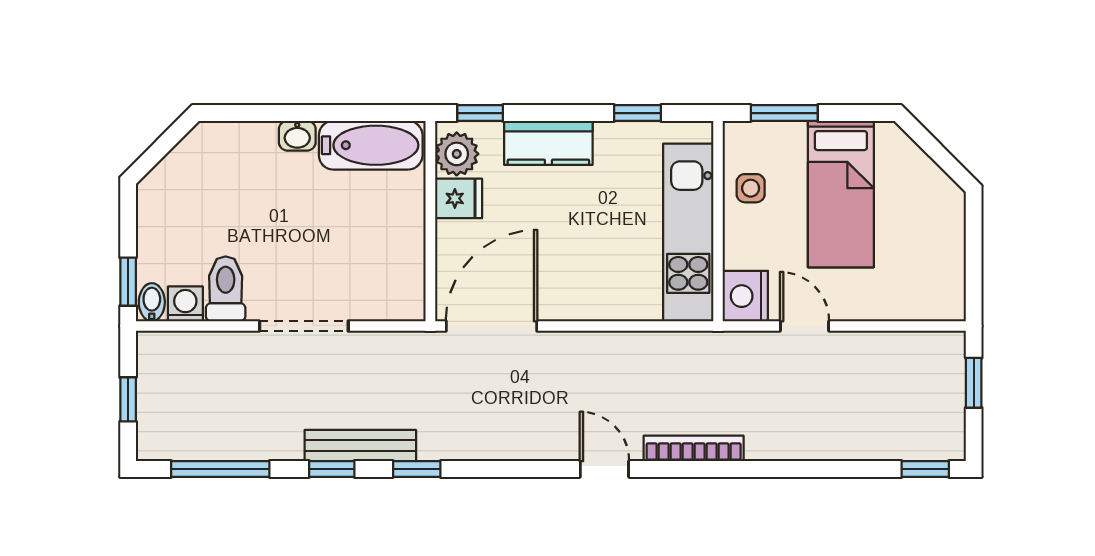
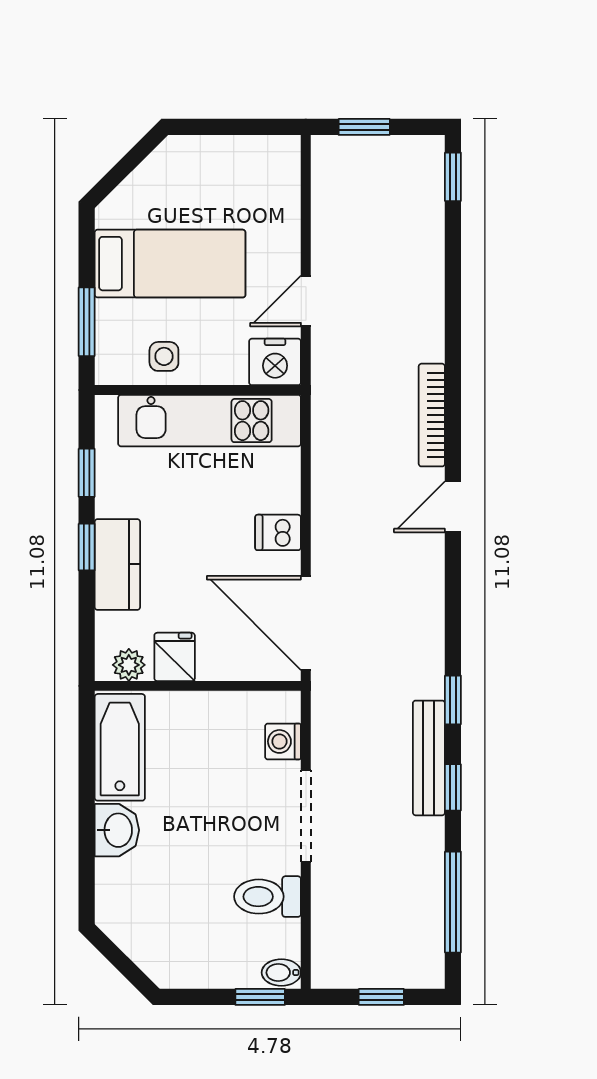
window: (480, 113) -> (87, 547), moved
washbasin: (297, 136) -> (117, 830), width x1.38, depth x1.45
plant: (457, 154) -> (129, 665), width x0.73, depth x0.73
dishwasher: (580, 299) -> (278, 532), added
washing machine: (185, 304) -> (283, 741), moved

